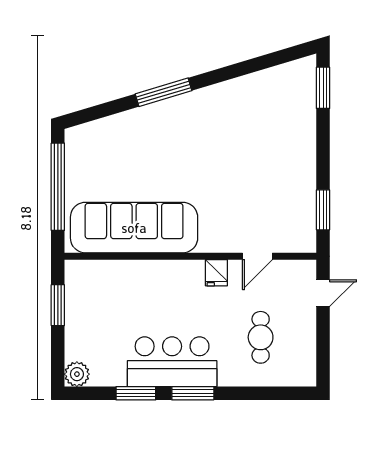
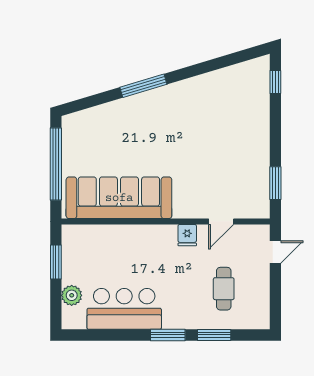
window: (323, 88) -> (275, 82), width x0.67
bar counter: (172, 362) -> (124, 309), moved
plant: (77, 374) -> (72, 295), moved
window: (136, 393) -> (214, 335), moved

